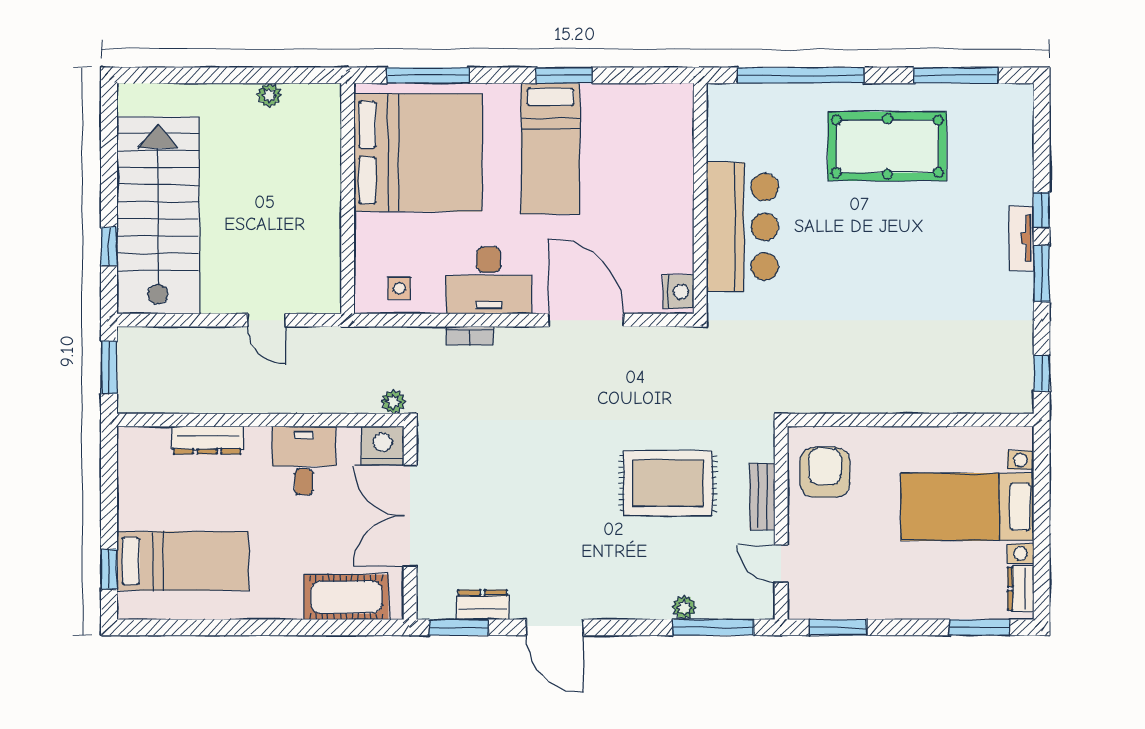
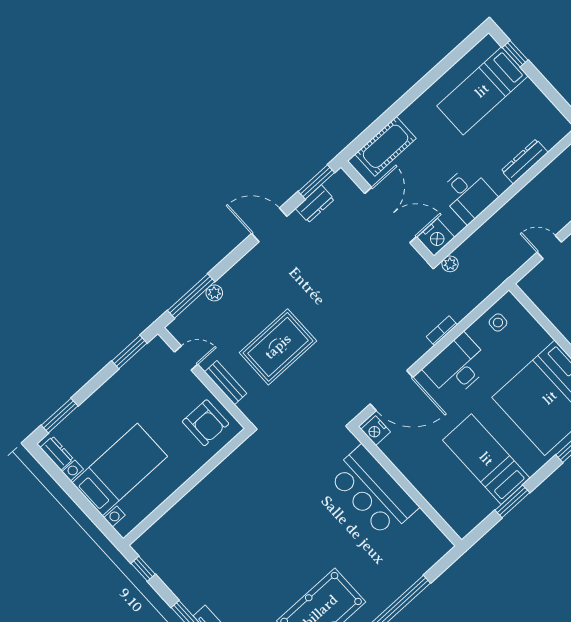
wall: (700, 199) -> (407, 486), moved
bar counter: (742, 227) -> (373, 491), moved
nightstand: (679, 292) -> (376, 431), moved

